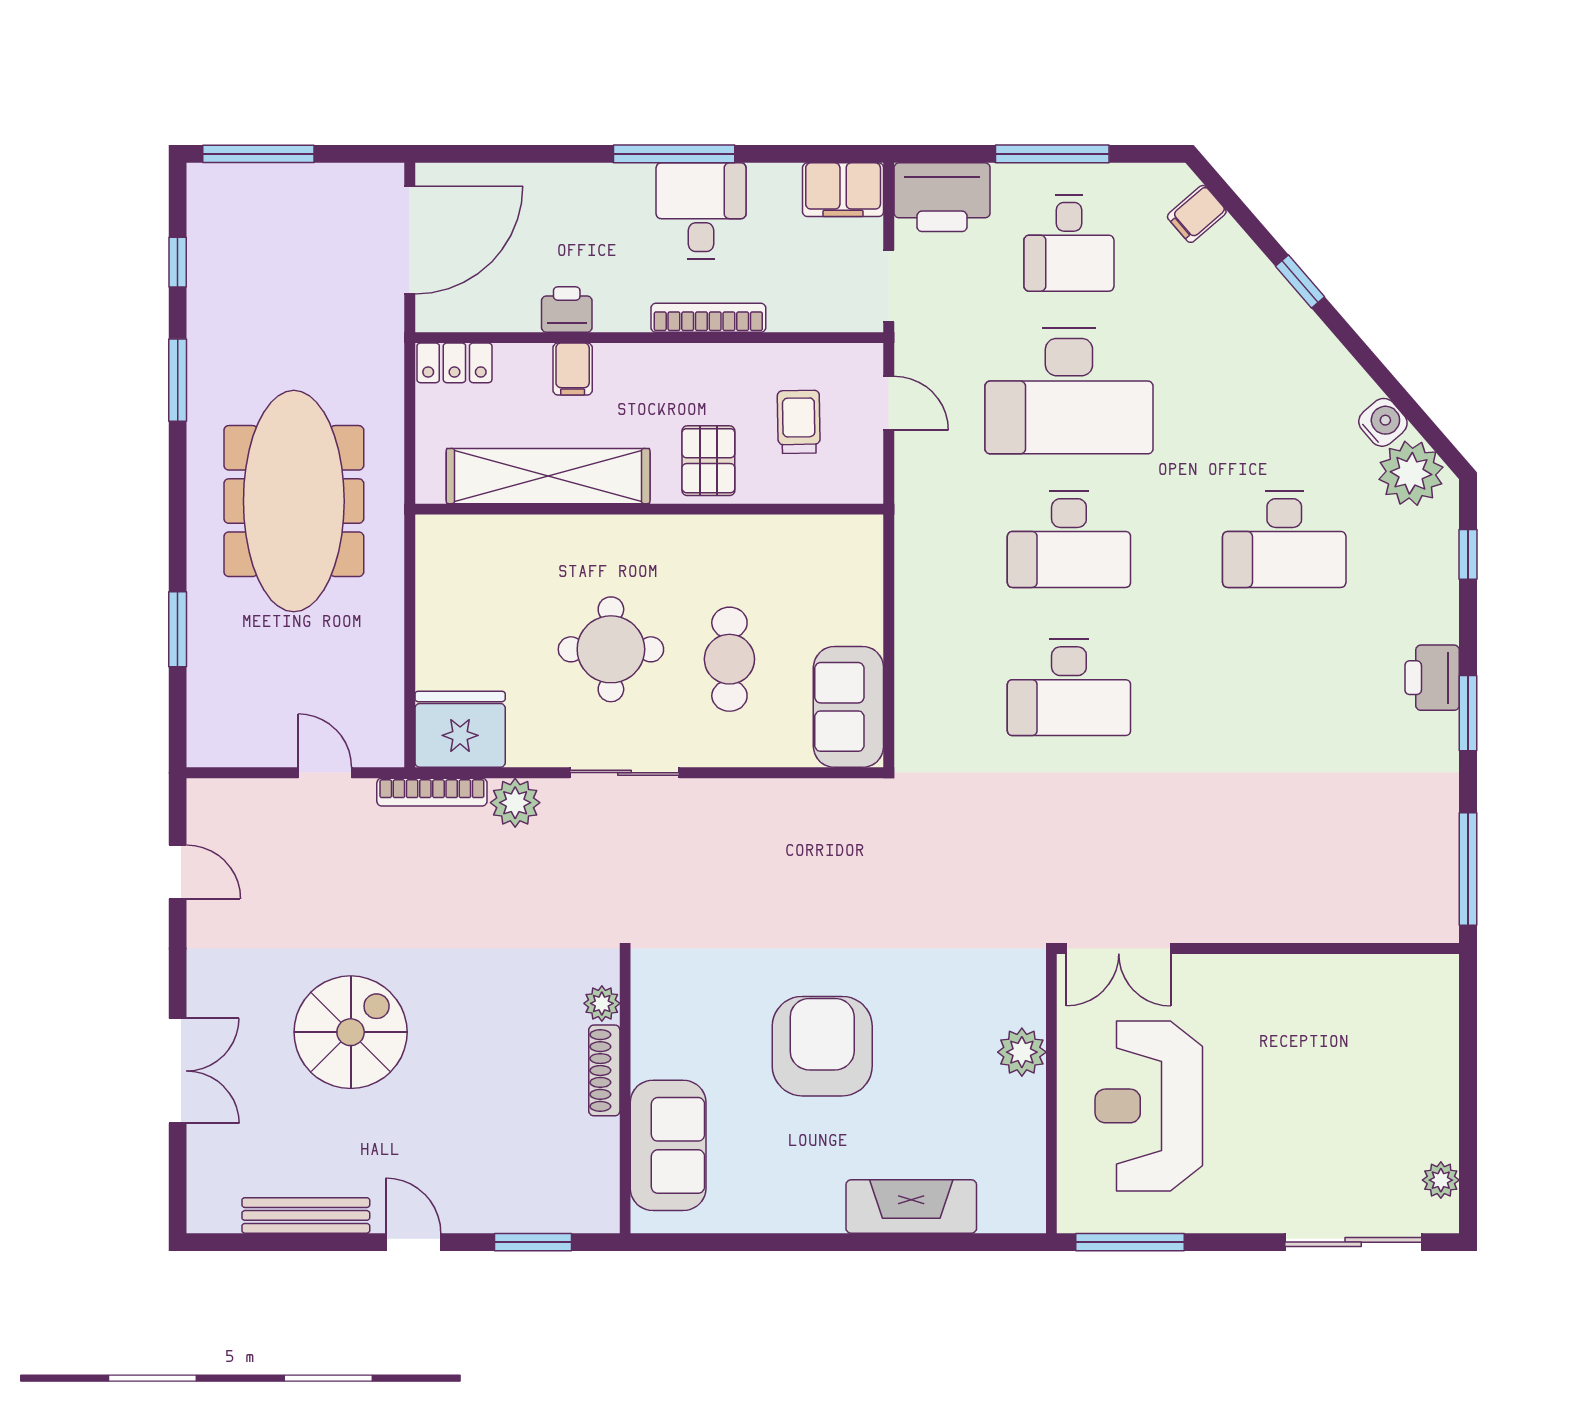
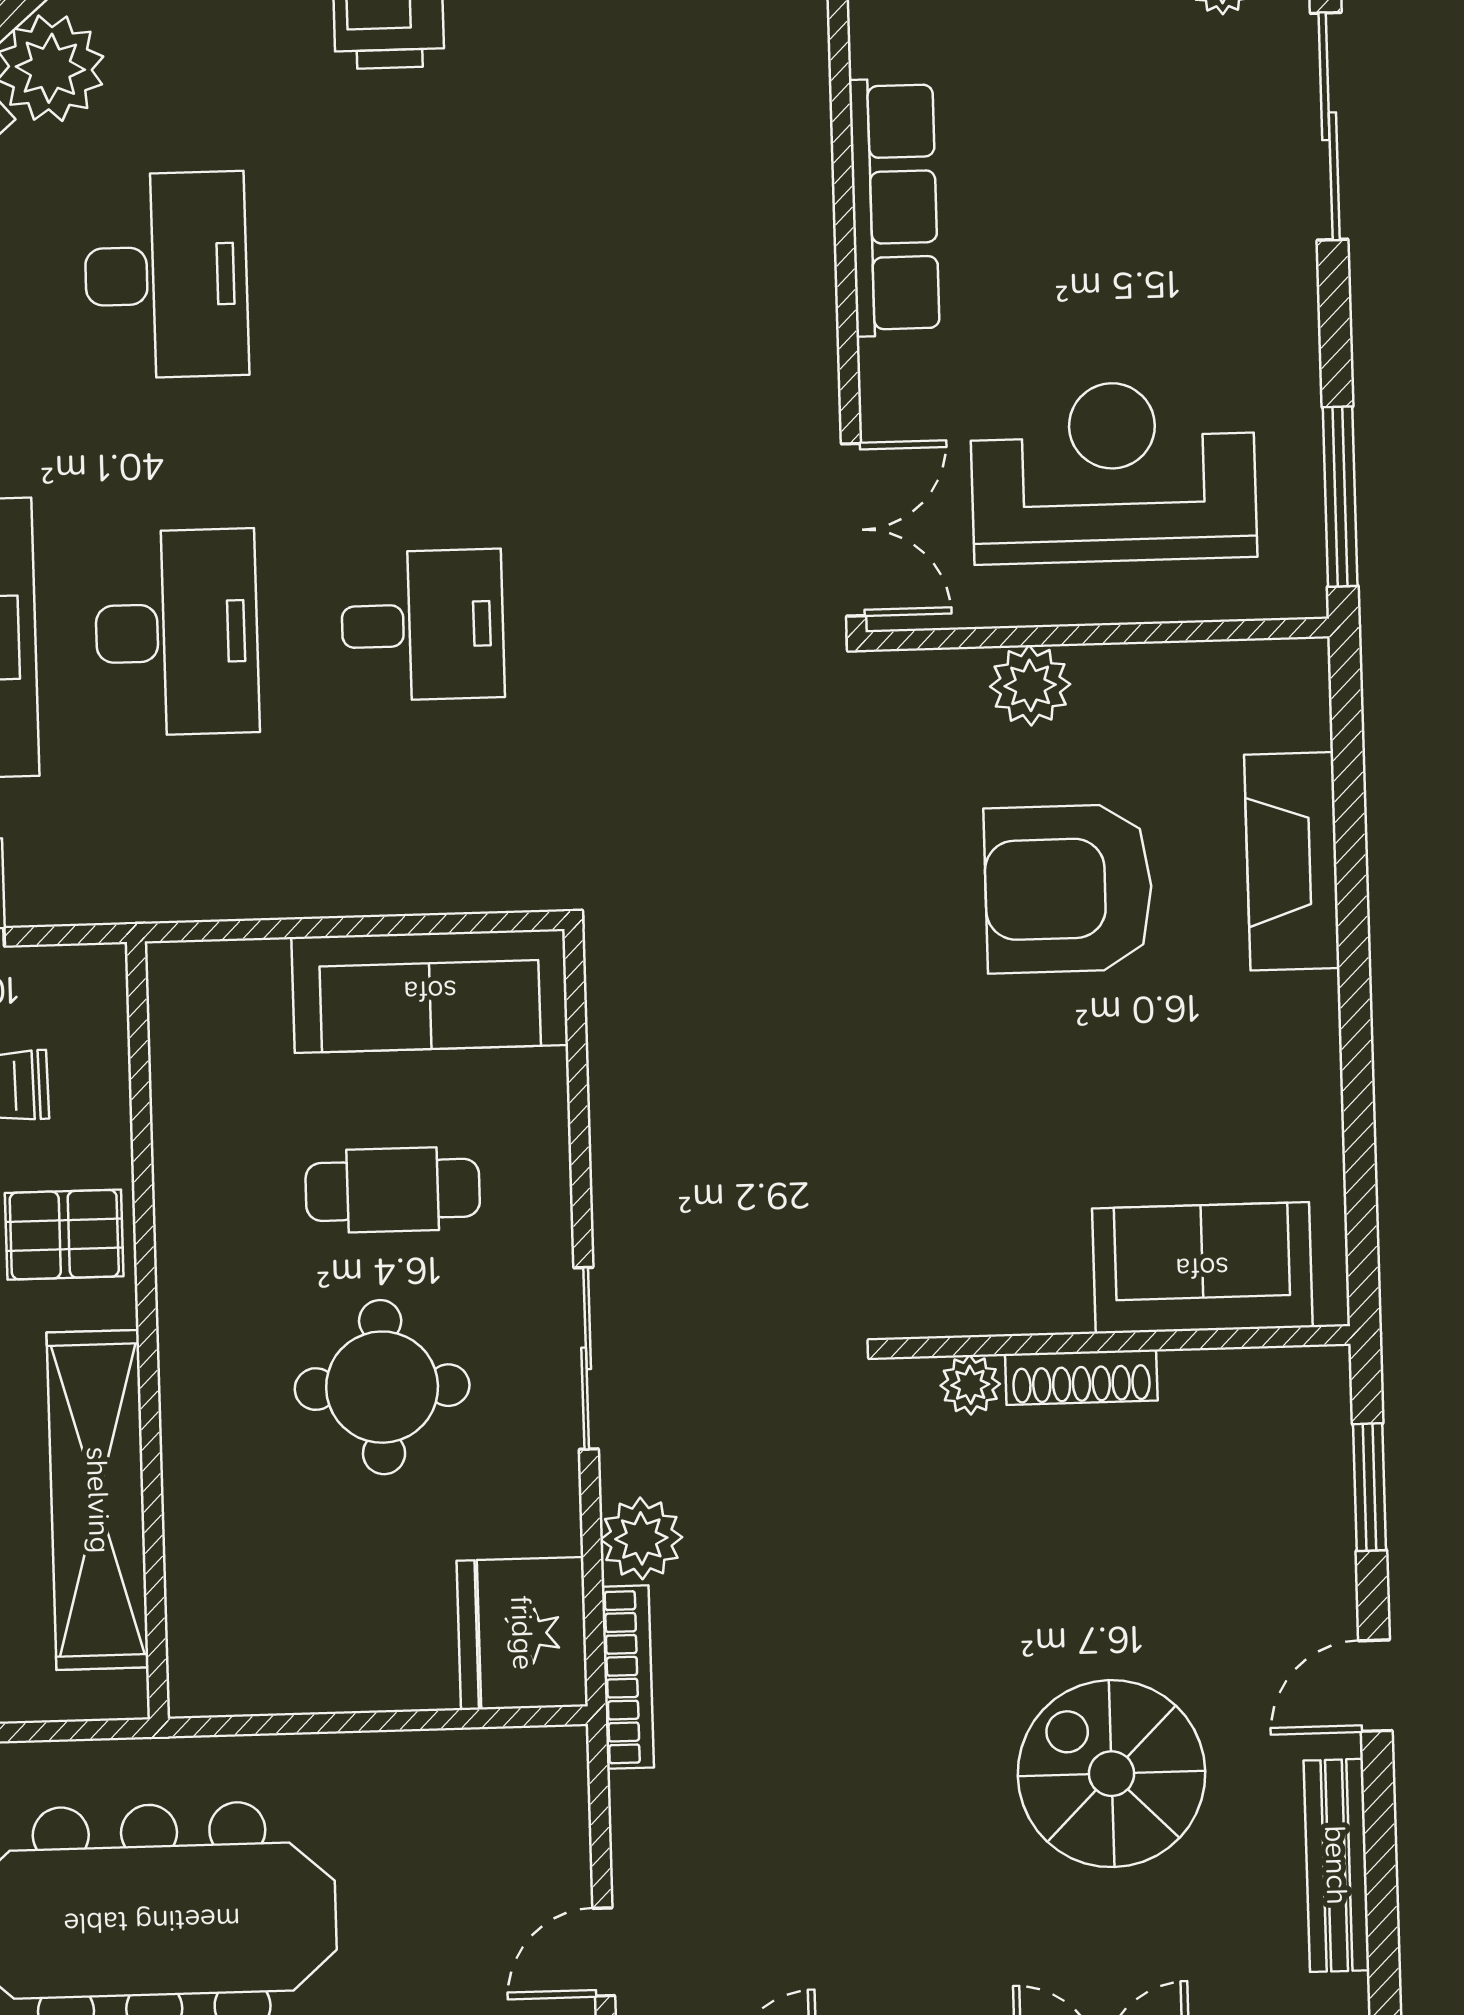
desk: (1069, 687) -> (423, 625), width x0.73
sofa: (848, 707) -> (430, 991), width x1.36
door: (325, 773) -> (604, 1952), moved
row of seats: (1312, 979) -> (894, 207), added
spiral stairs: (351, 1032) -> (1111, 1774), moved
armchair: (822, 1046) -> (1068, 889), moved
reception desk: (1149, 1106) -> (1113, 472), turned 180

